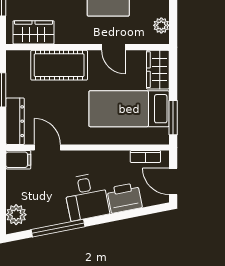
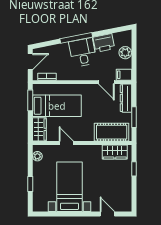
cot: (59, 65) -> (112, 132), moved
door: (173, 181) -> (30, 62), hinge flipped
printer: (124, 198) -> (104, 43), moved
plant: (16, 215) -> (125, 53), moved
window: (58, 228) -> (76, 38), moved

